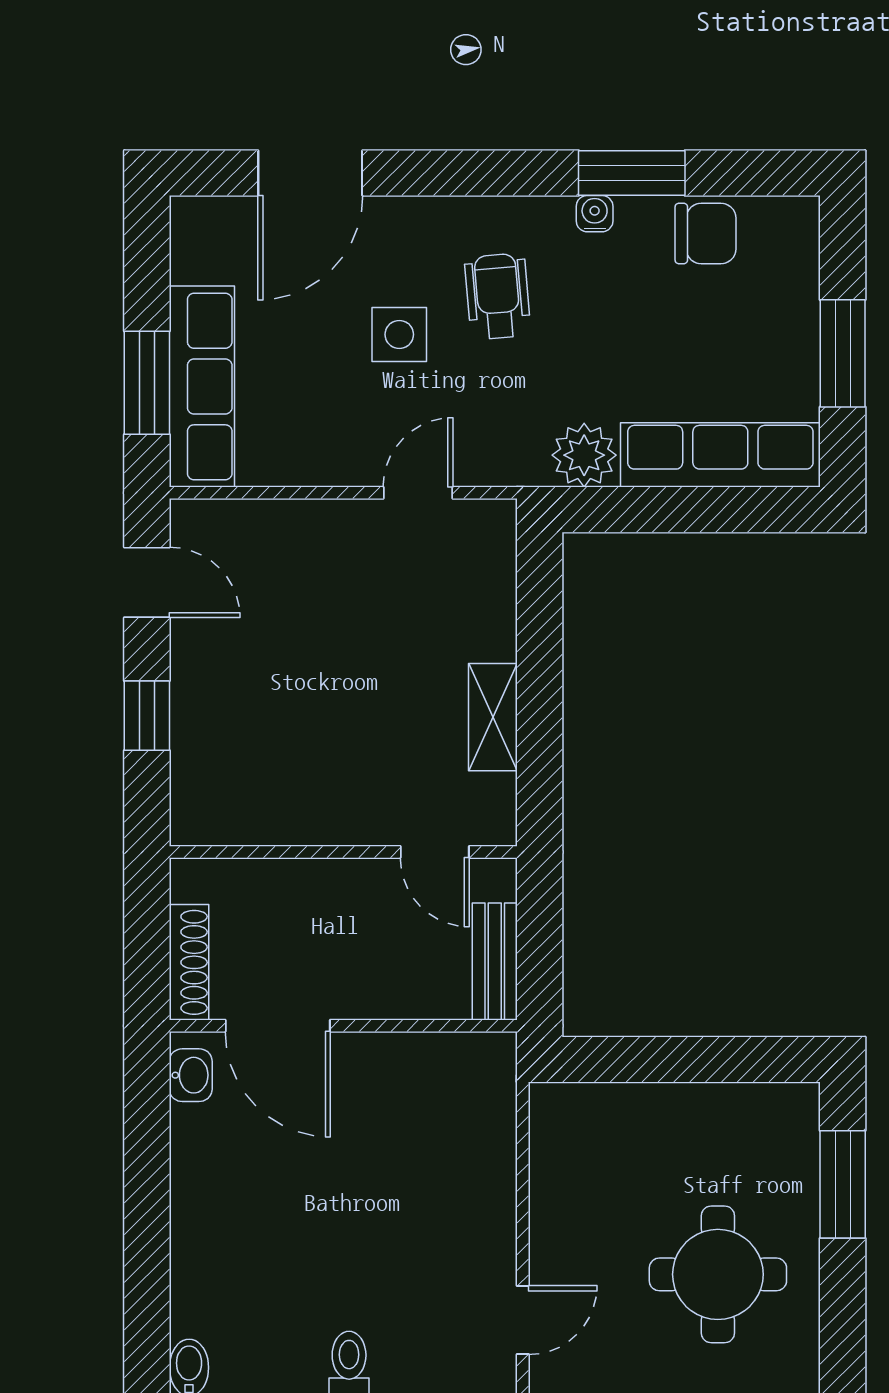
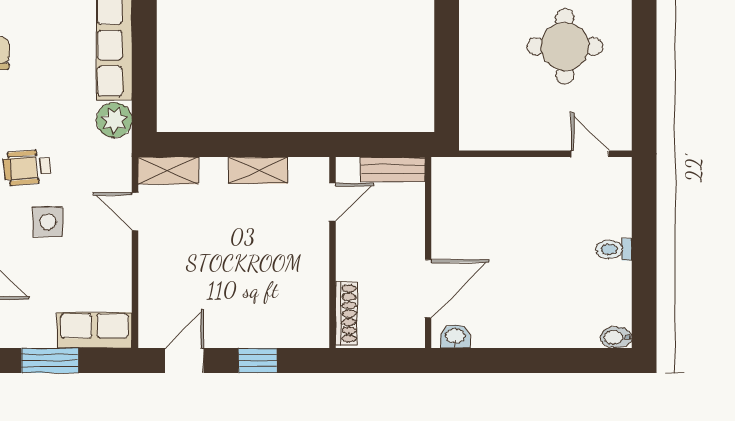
window: (147, 383) -> (50, 361), moved
row of seats: (202, 387) -> (94, 330), width x0.68
shelving: (492, 554) -> (168, 171), added
shoe rack: (189, 962) -> (346, 314), moved, turned 90

